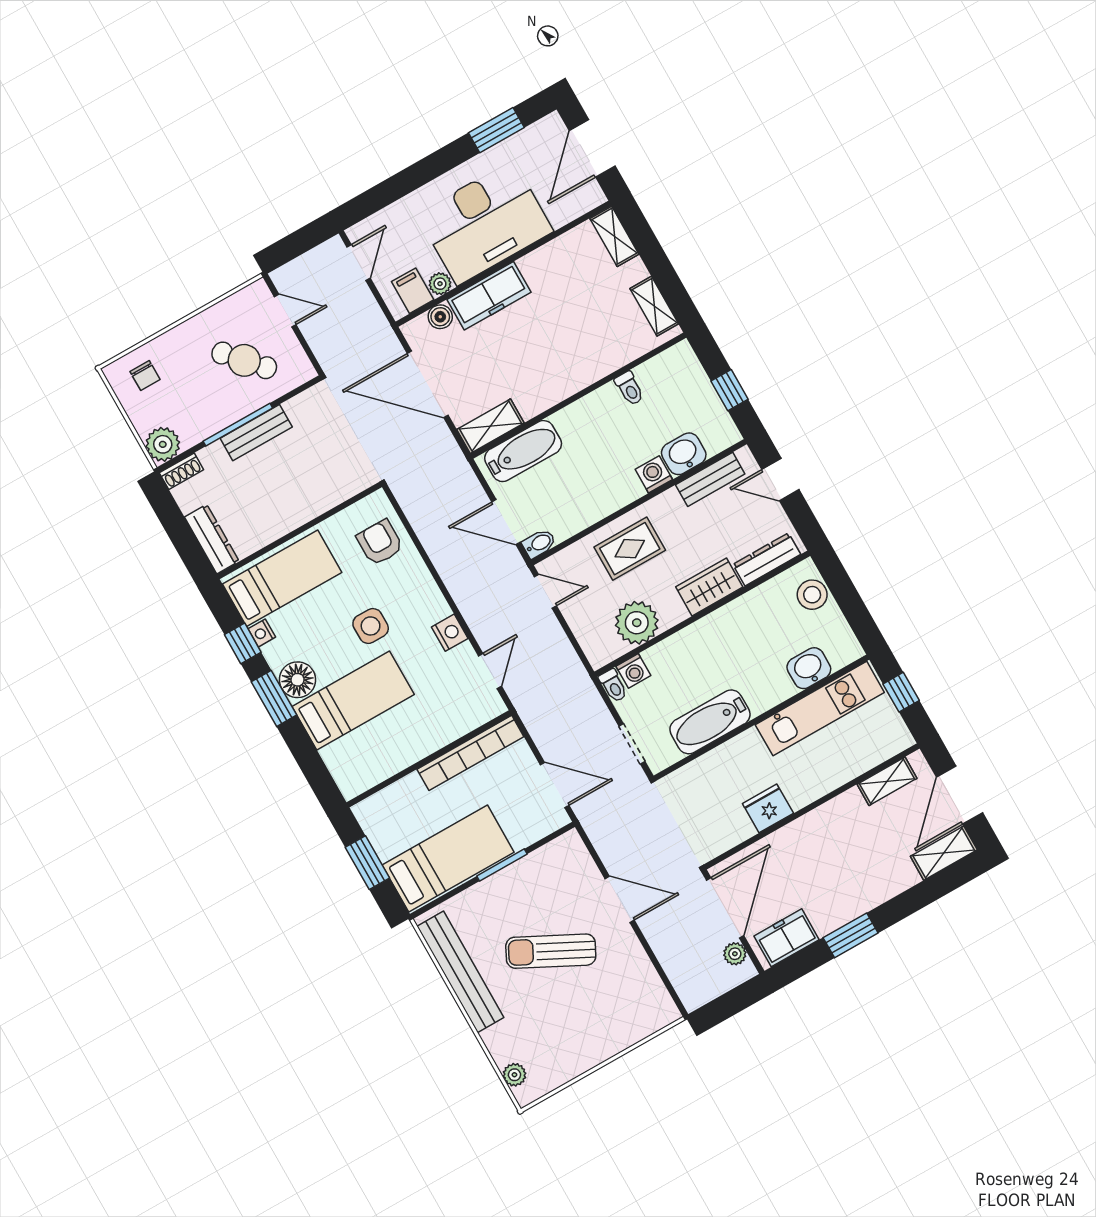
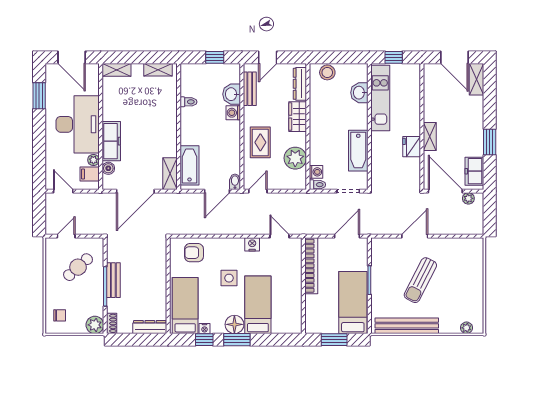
shelving: (887, 781) -> (430, 136), moved

